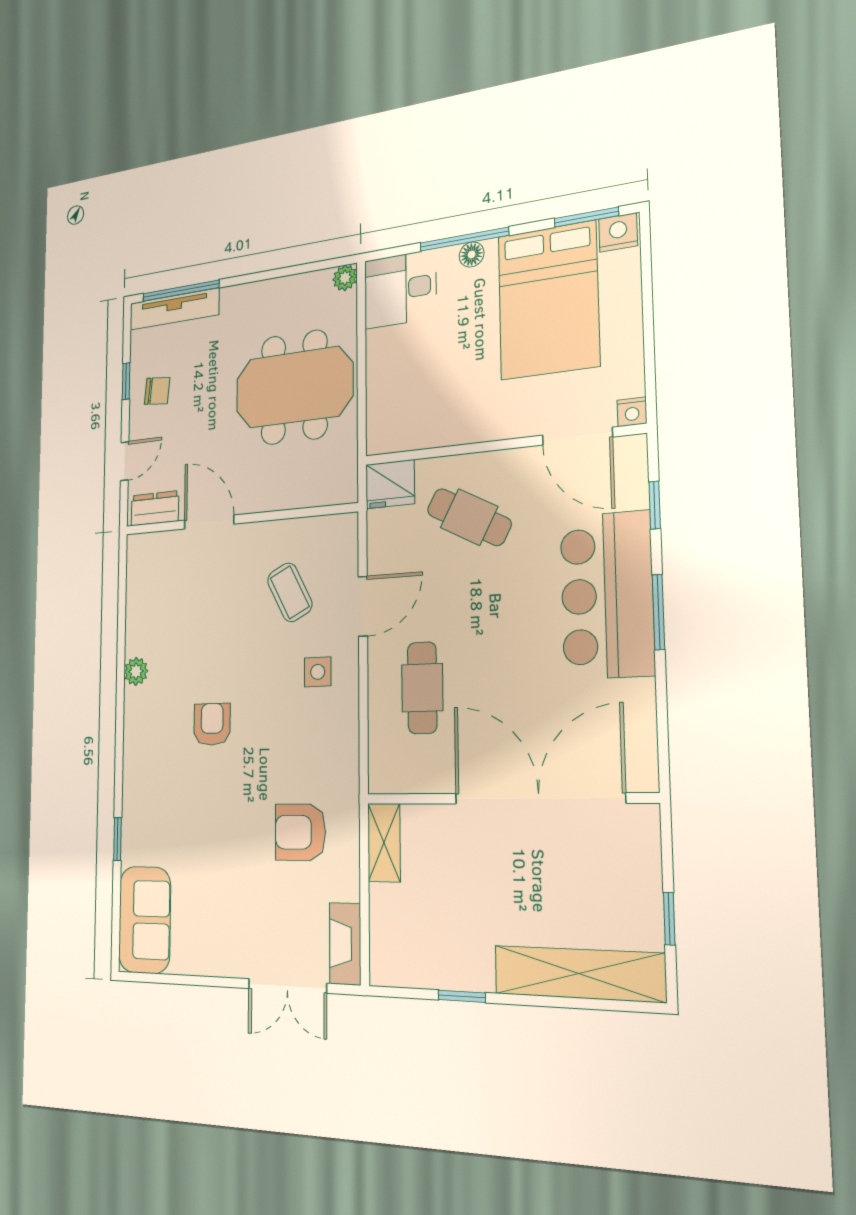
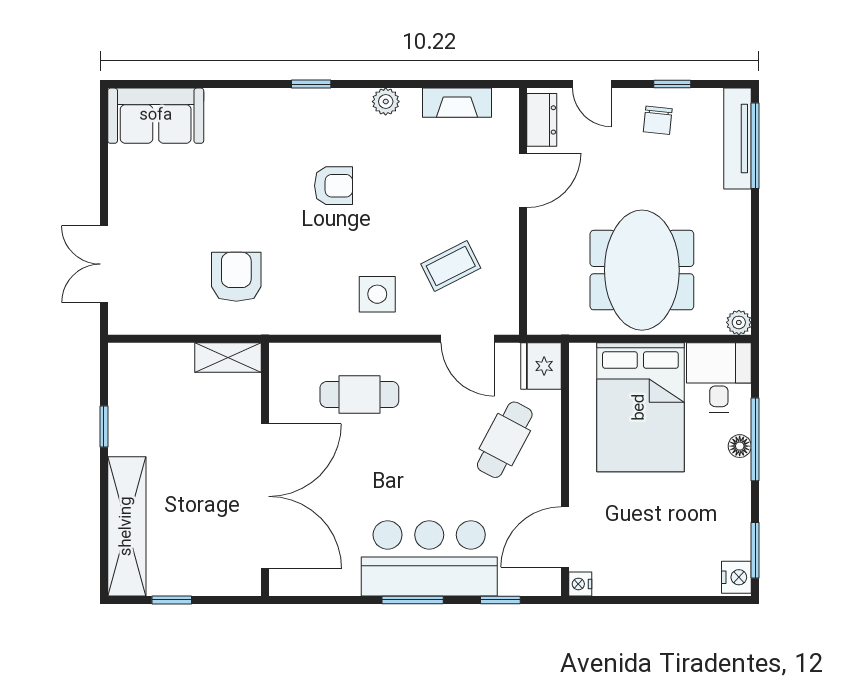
bed: (548, 300) -> (640, 407), moved, turned -90
door: (363, 606) -> (468, 339), moved
side table: (318, 672) -> (377, 294), width x1.37, depth x1.37
window: (117, 839) -> (311, 84), moved
fireplace: (345, 944) -> (457, 103), moved, turned 180

